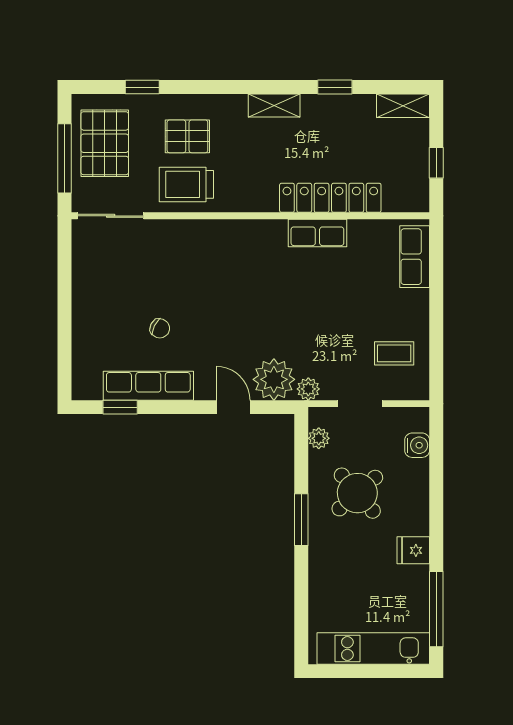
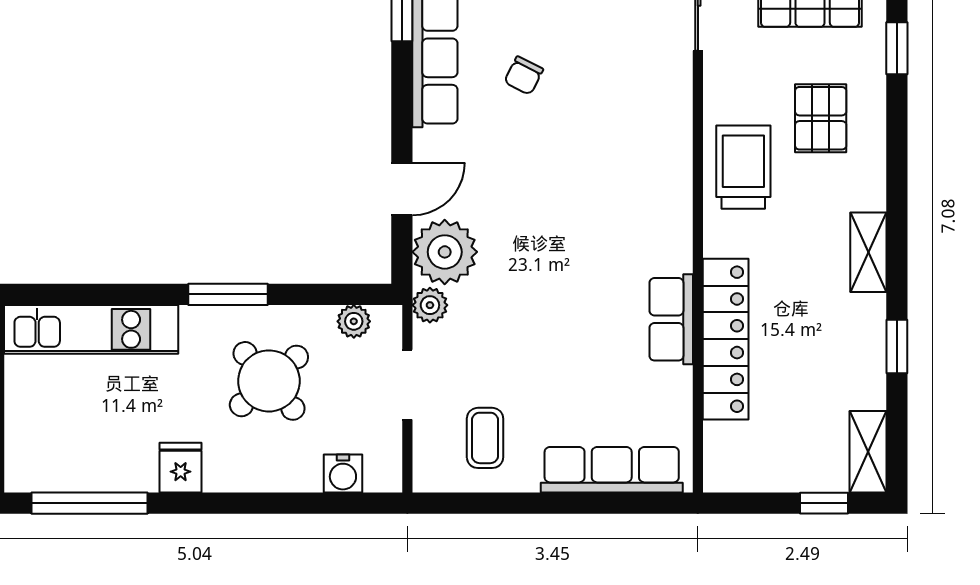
window: (436, 163) -> (824, 503), moved
trolley: (186, 184) -> (743, 167), moved
row of seats: (415, 257) -> (612, 470), width x1.48
kitchen unit: (373, 649) -> (91, 329), moved, turned 90

